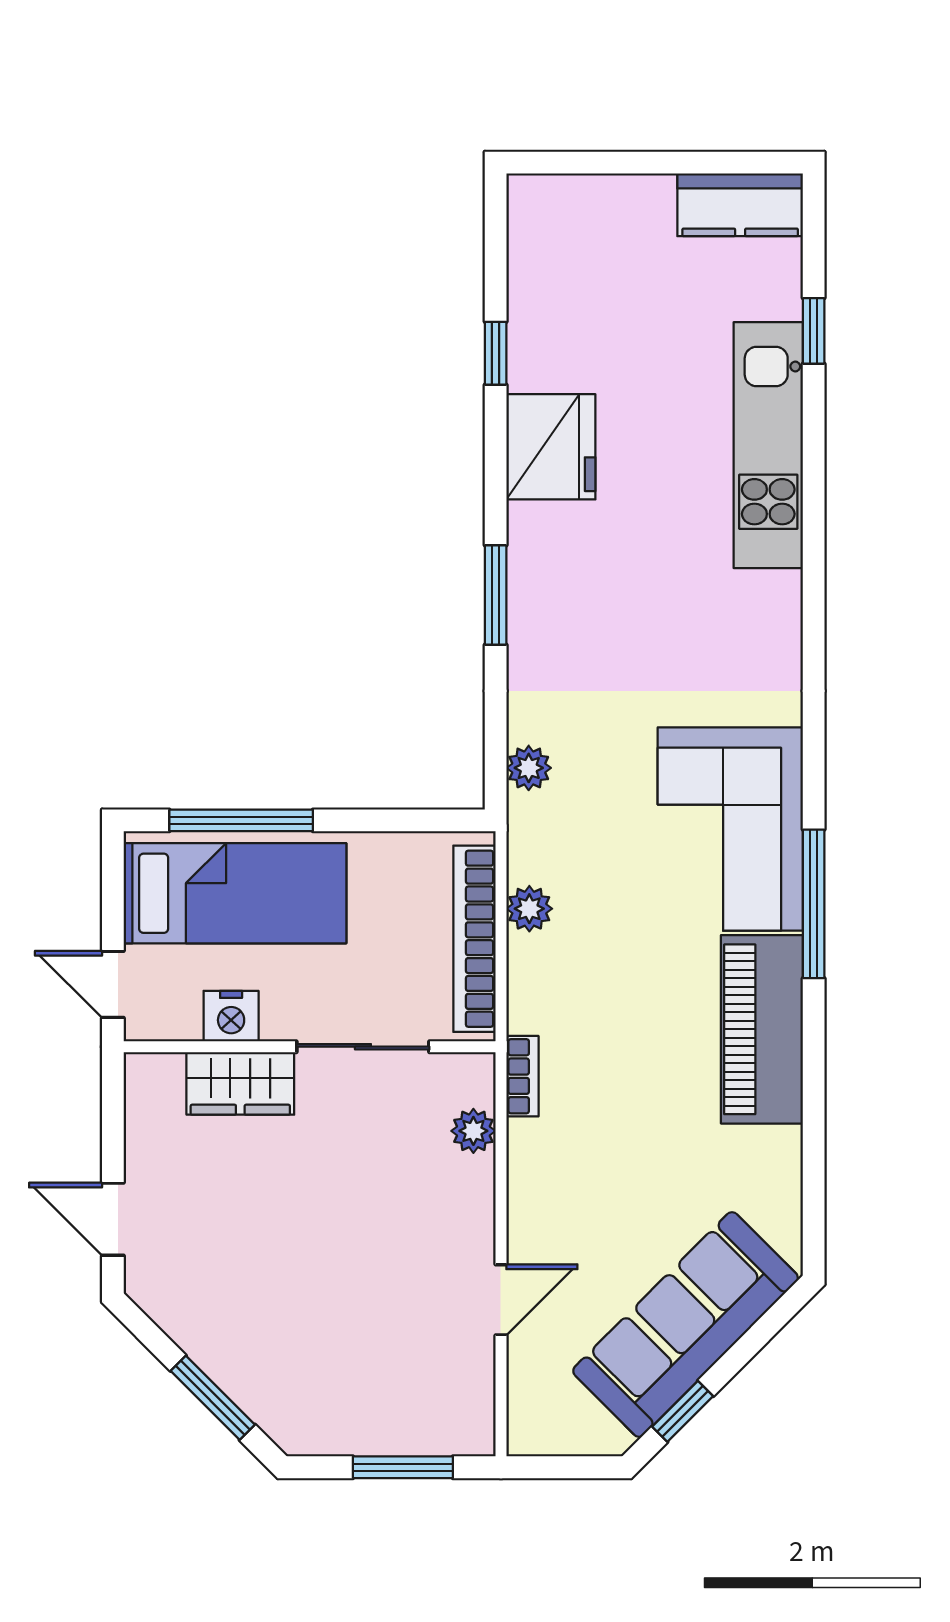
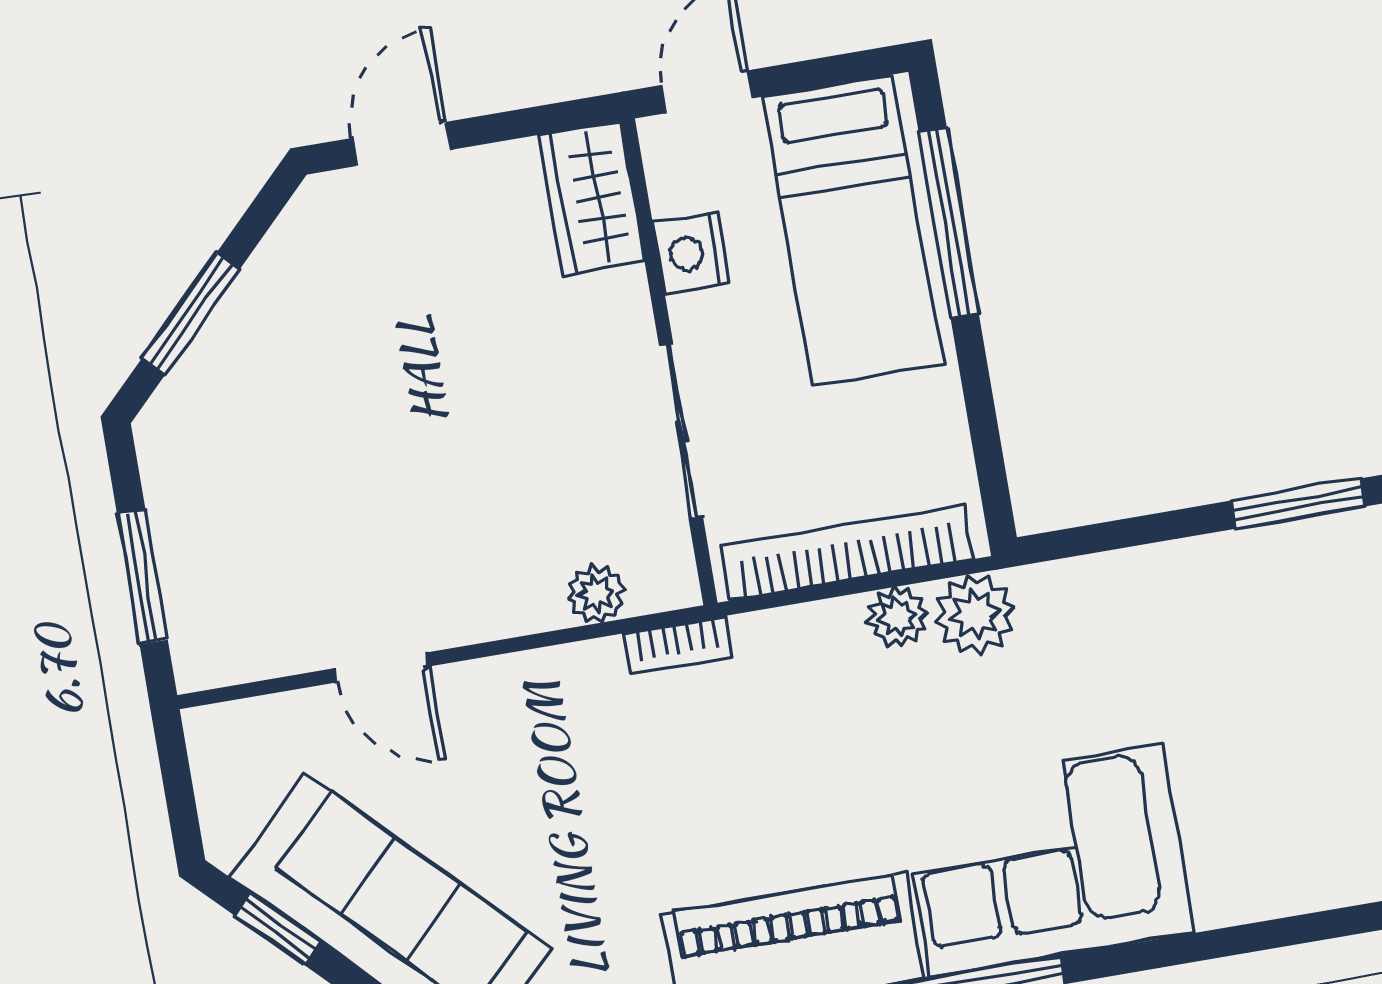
plant: (529, 768) -> (975, 614), moved, width x1.38, depth x1.38
wardrobe: (240, 1083) -> (592, 198), moved

